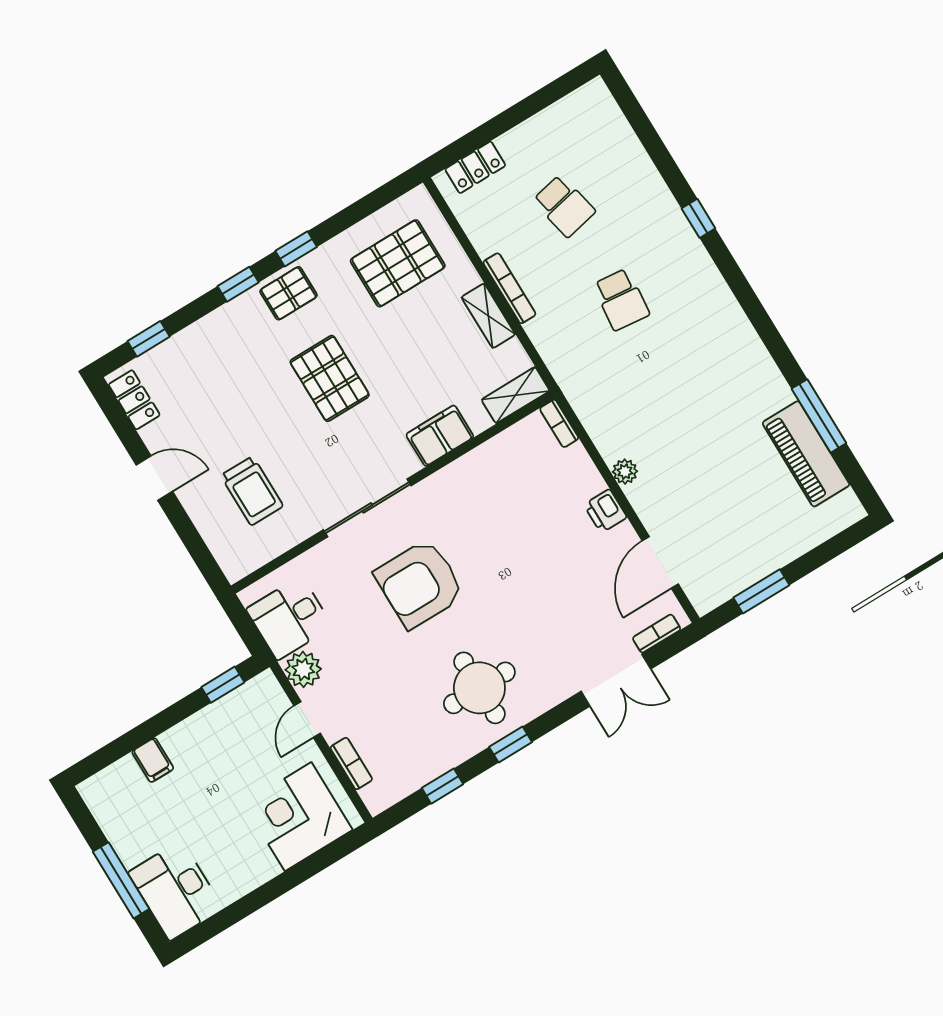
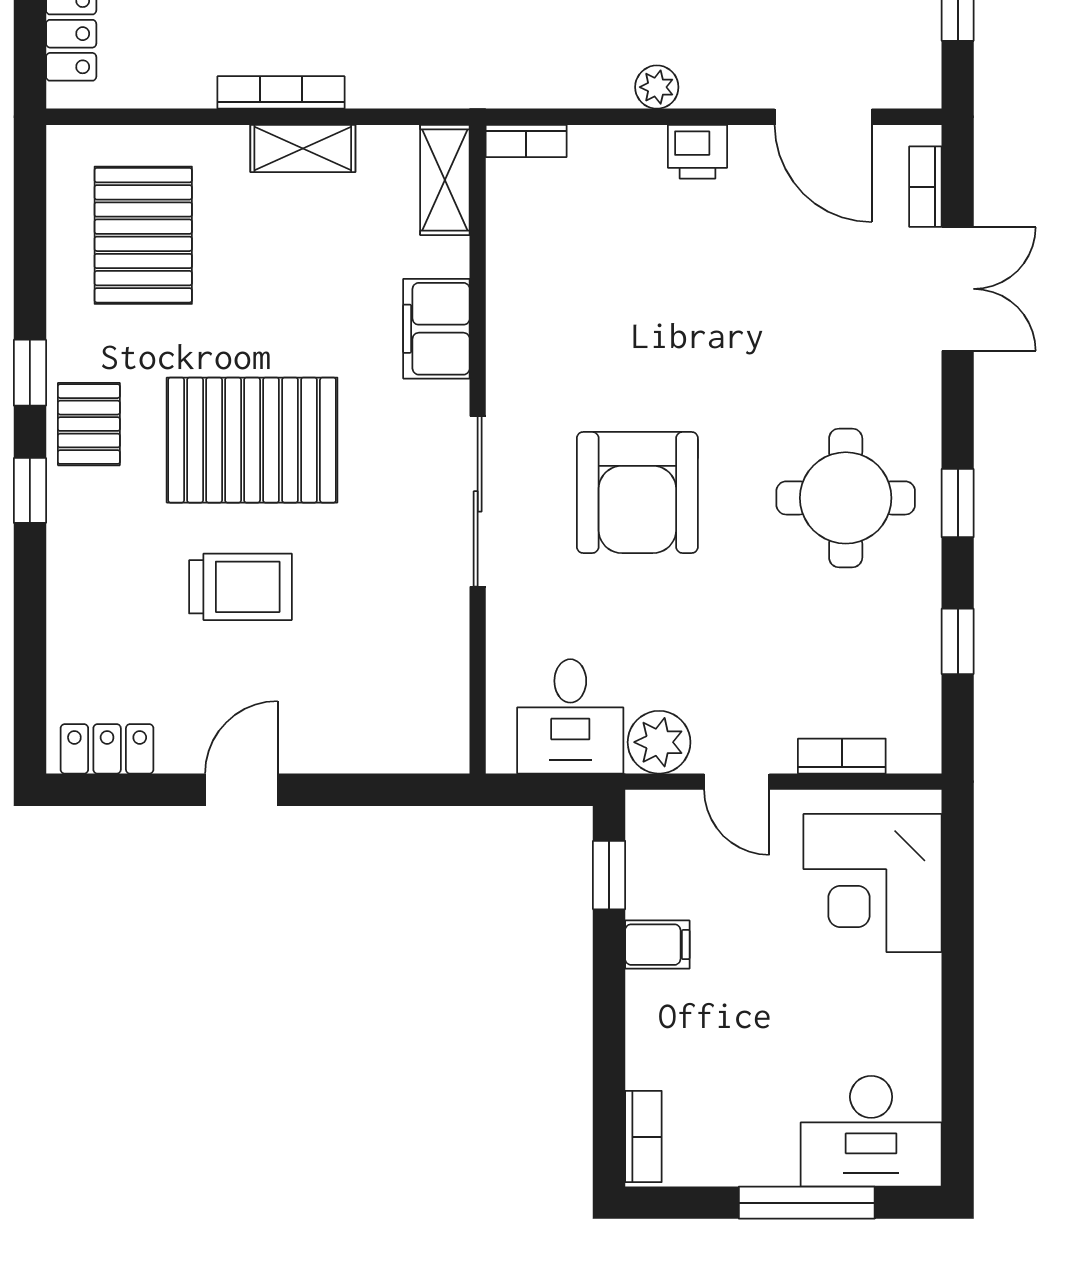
window: (149, 339) -> (30, 672), removed
pallet: (330, 378) -> (252, 440), width x1.37, depth x1.41
trolley: (252, 491) -> (240, 587), moved
filing cabinet: (153, 760) -> (657, 945), moved
bookcase: (105, 780) -> (643, 1137), added

